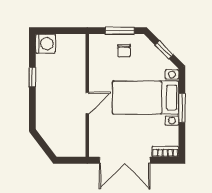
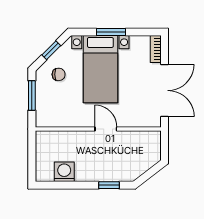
washing machine: (45, 44) -> (64, 172), moved
chair: (124, 51) -> (59, 74), moved
window: (32, 77) -> (109, 185), moved

